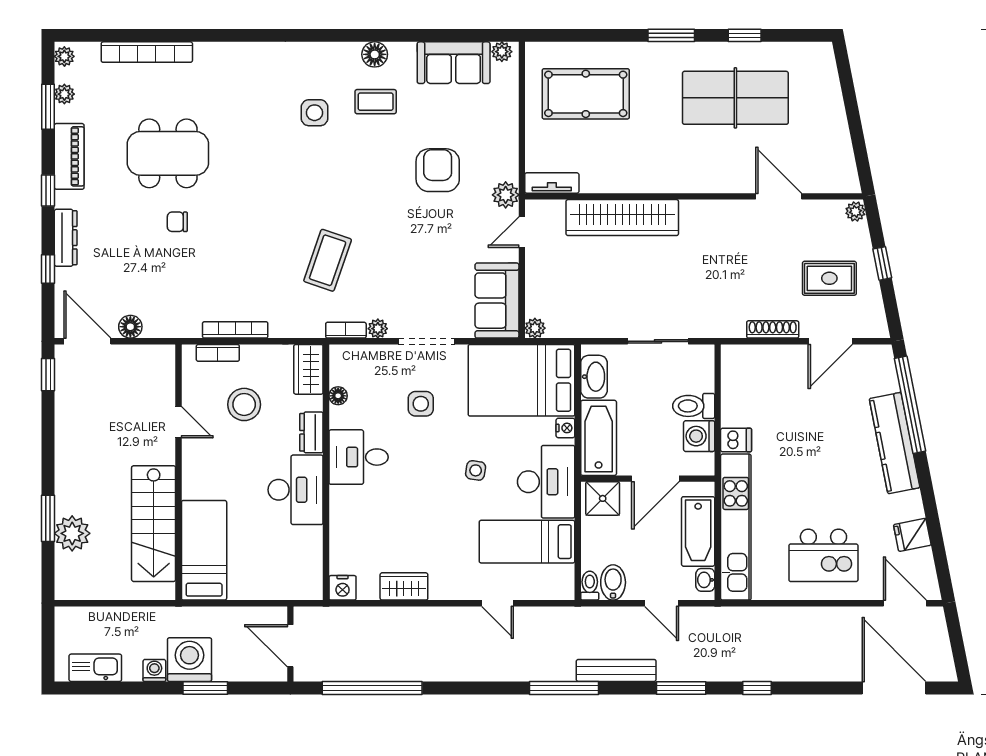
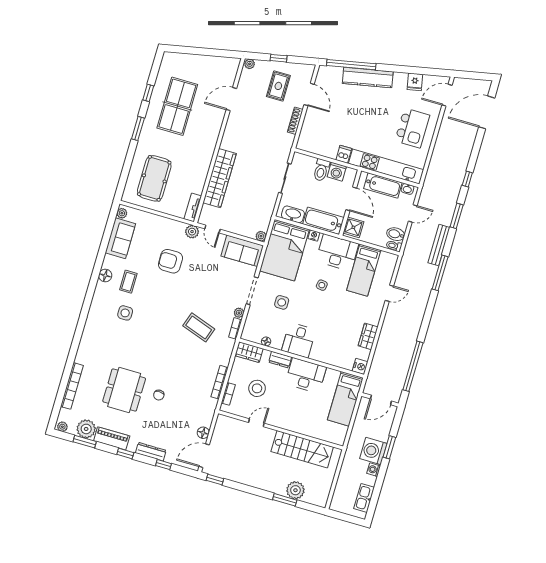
plant: (64, 94) -> (86, 429), width x1.87, depth x1.87
bed: (204, 550) -> (345, 399), moved, turned -90

